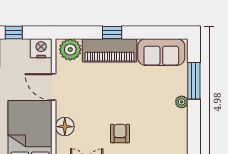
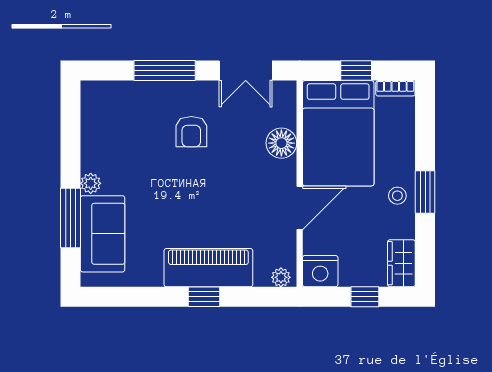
plant: (70, 49) -> (281, 277), width x0.53, depth x0.53
sofa: (161, 52) -> (103, 234), moved, turned 90
door: (54, 87) -> (300, 208), hinge flipped

